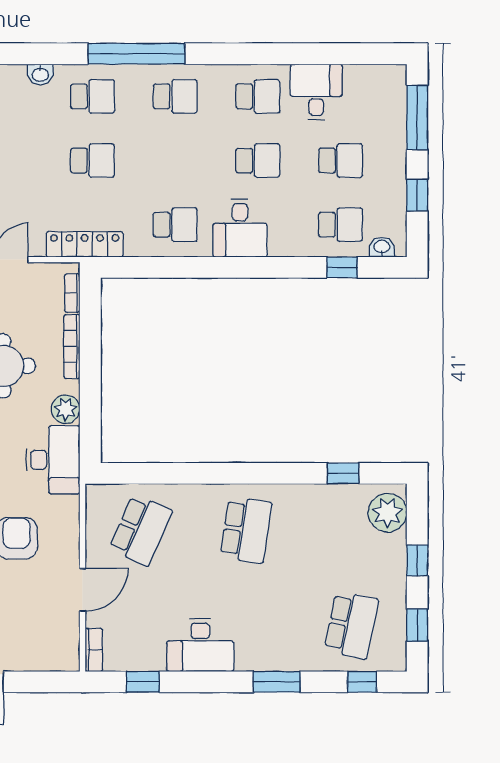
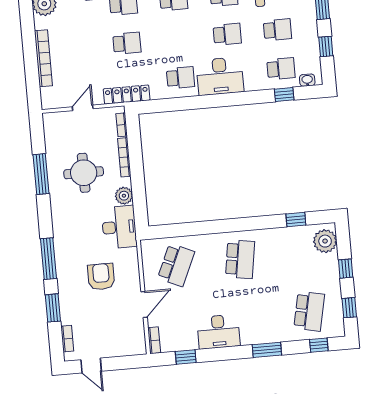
desk: (240, 228) -> (220, 76), width x1.37

